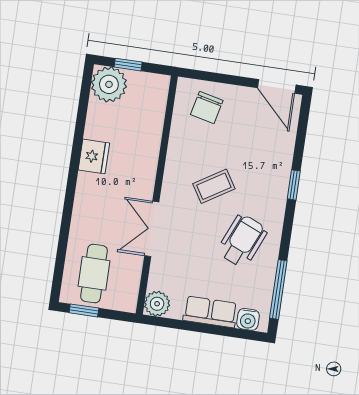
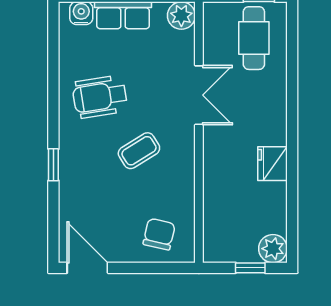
plant: (109, 84) -> (273, 249), width x0.73, depth x0.73
wheelchair: (242, 241) -> (100, 97), turned 58
window: (278, 289) -> (53, 50), removed

